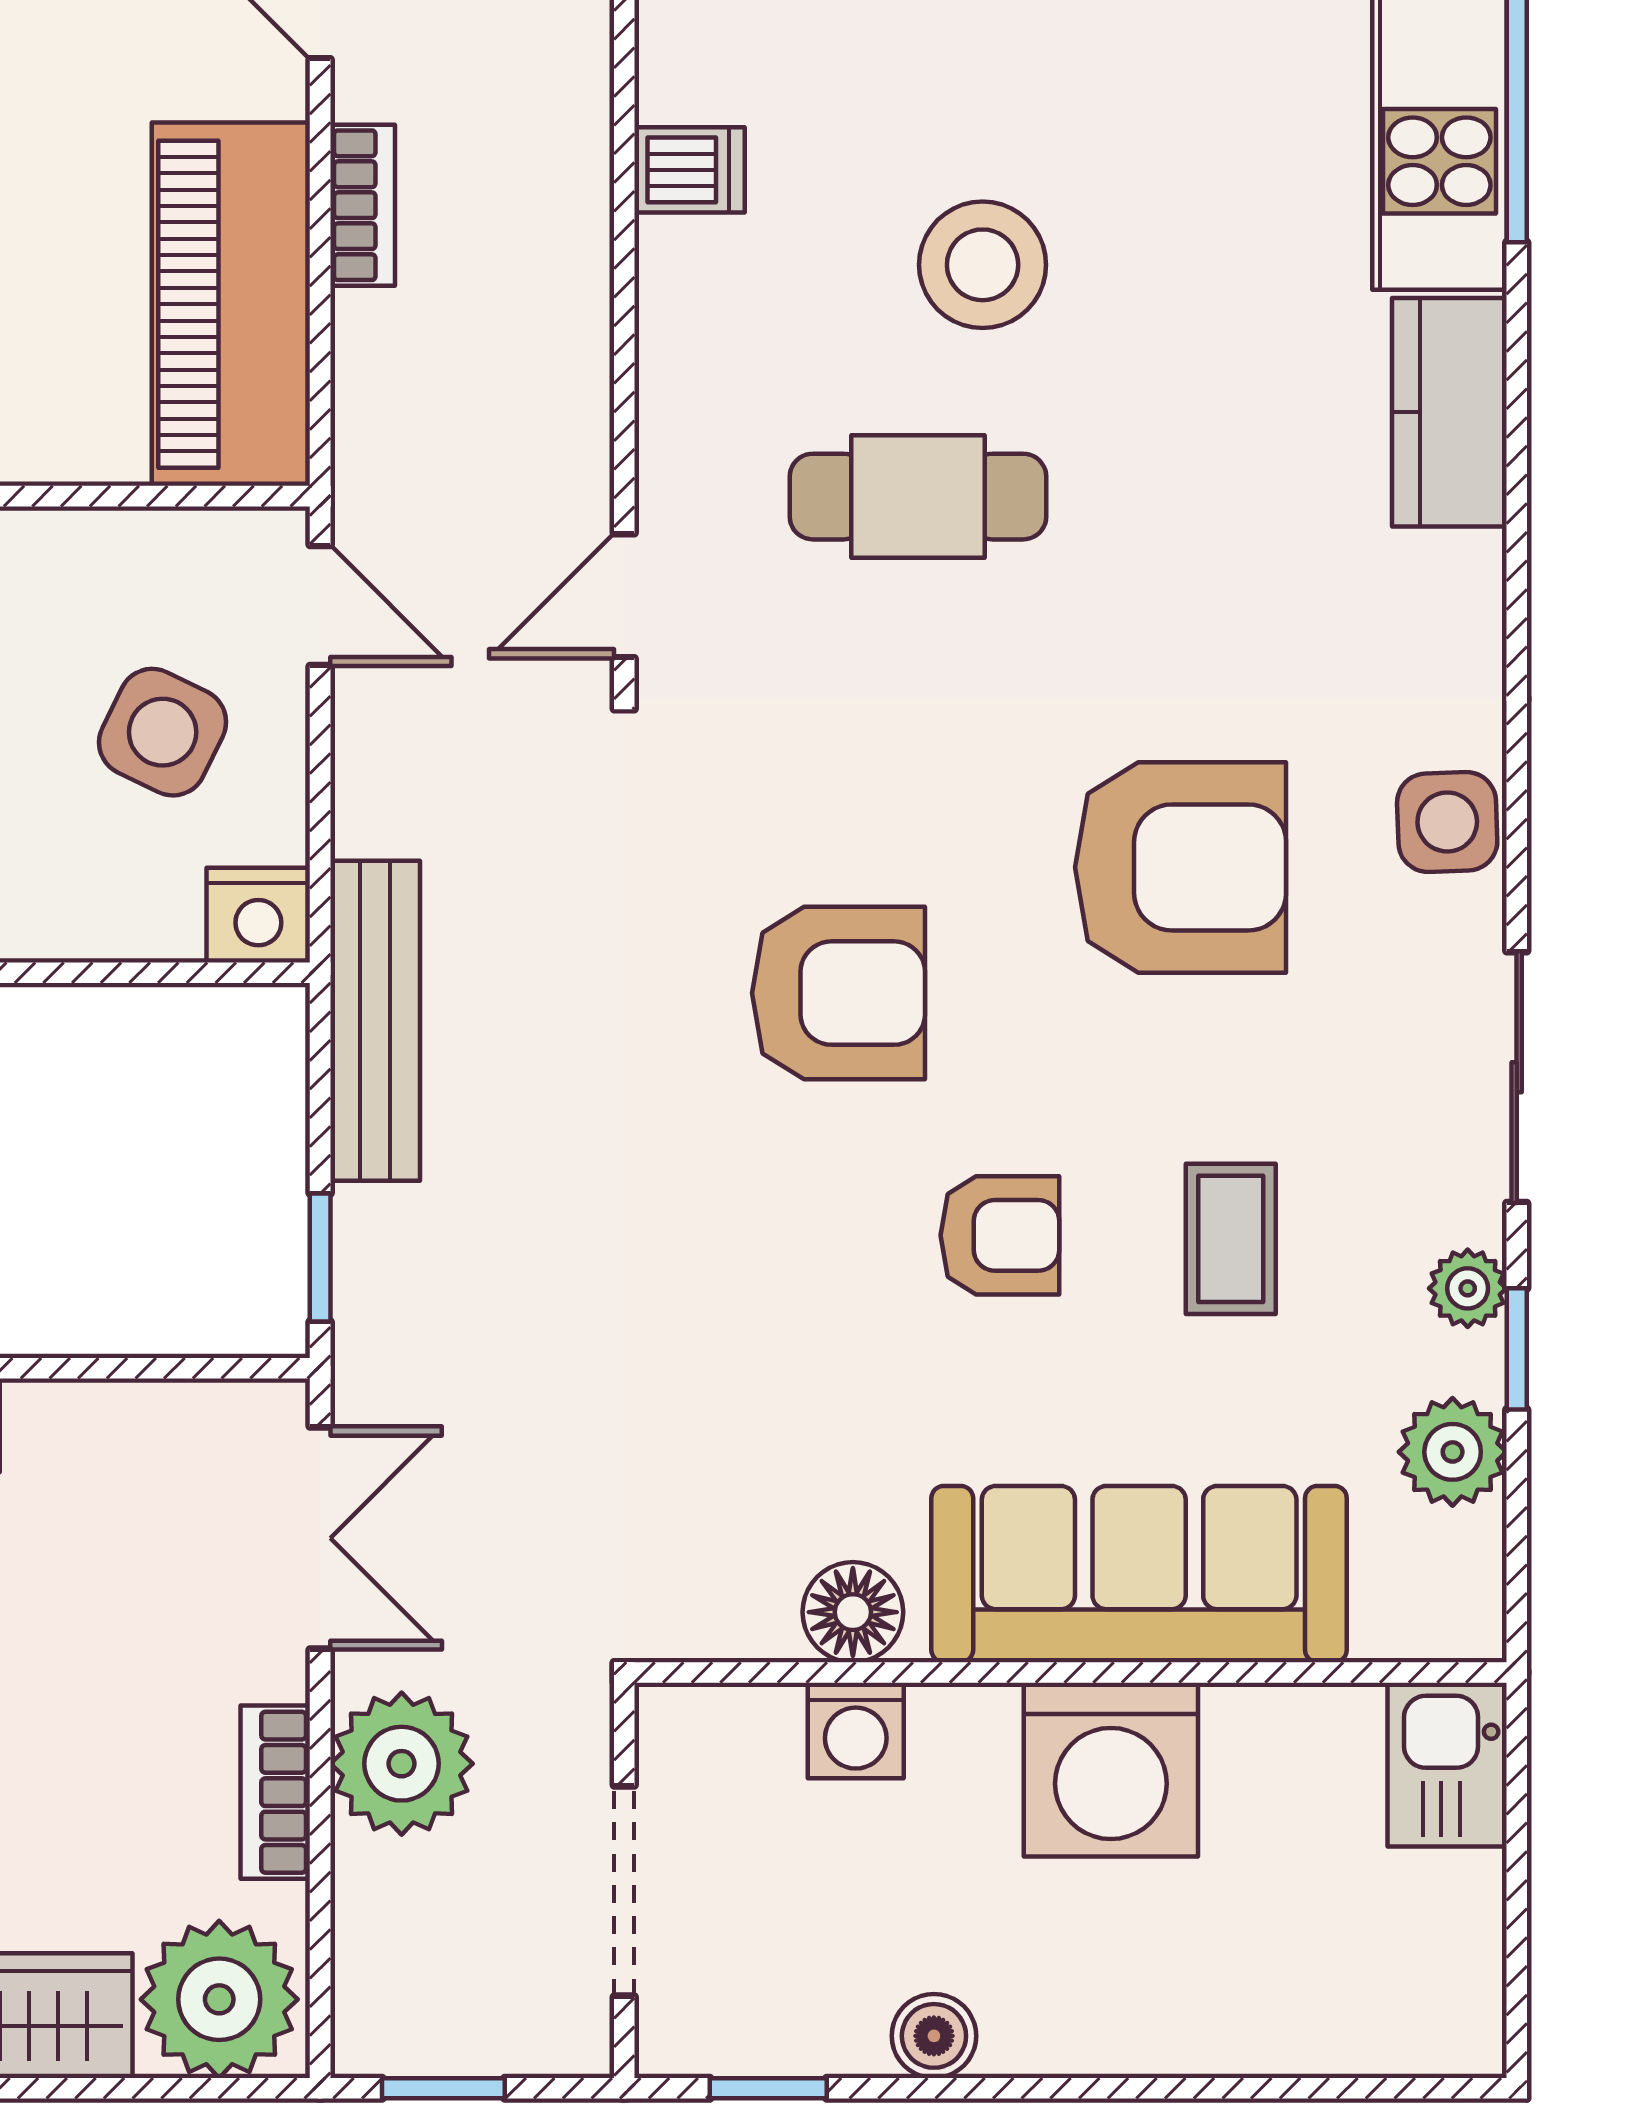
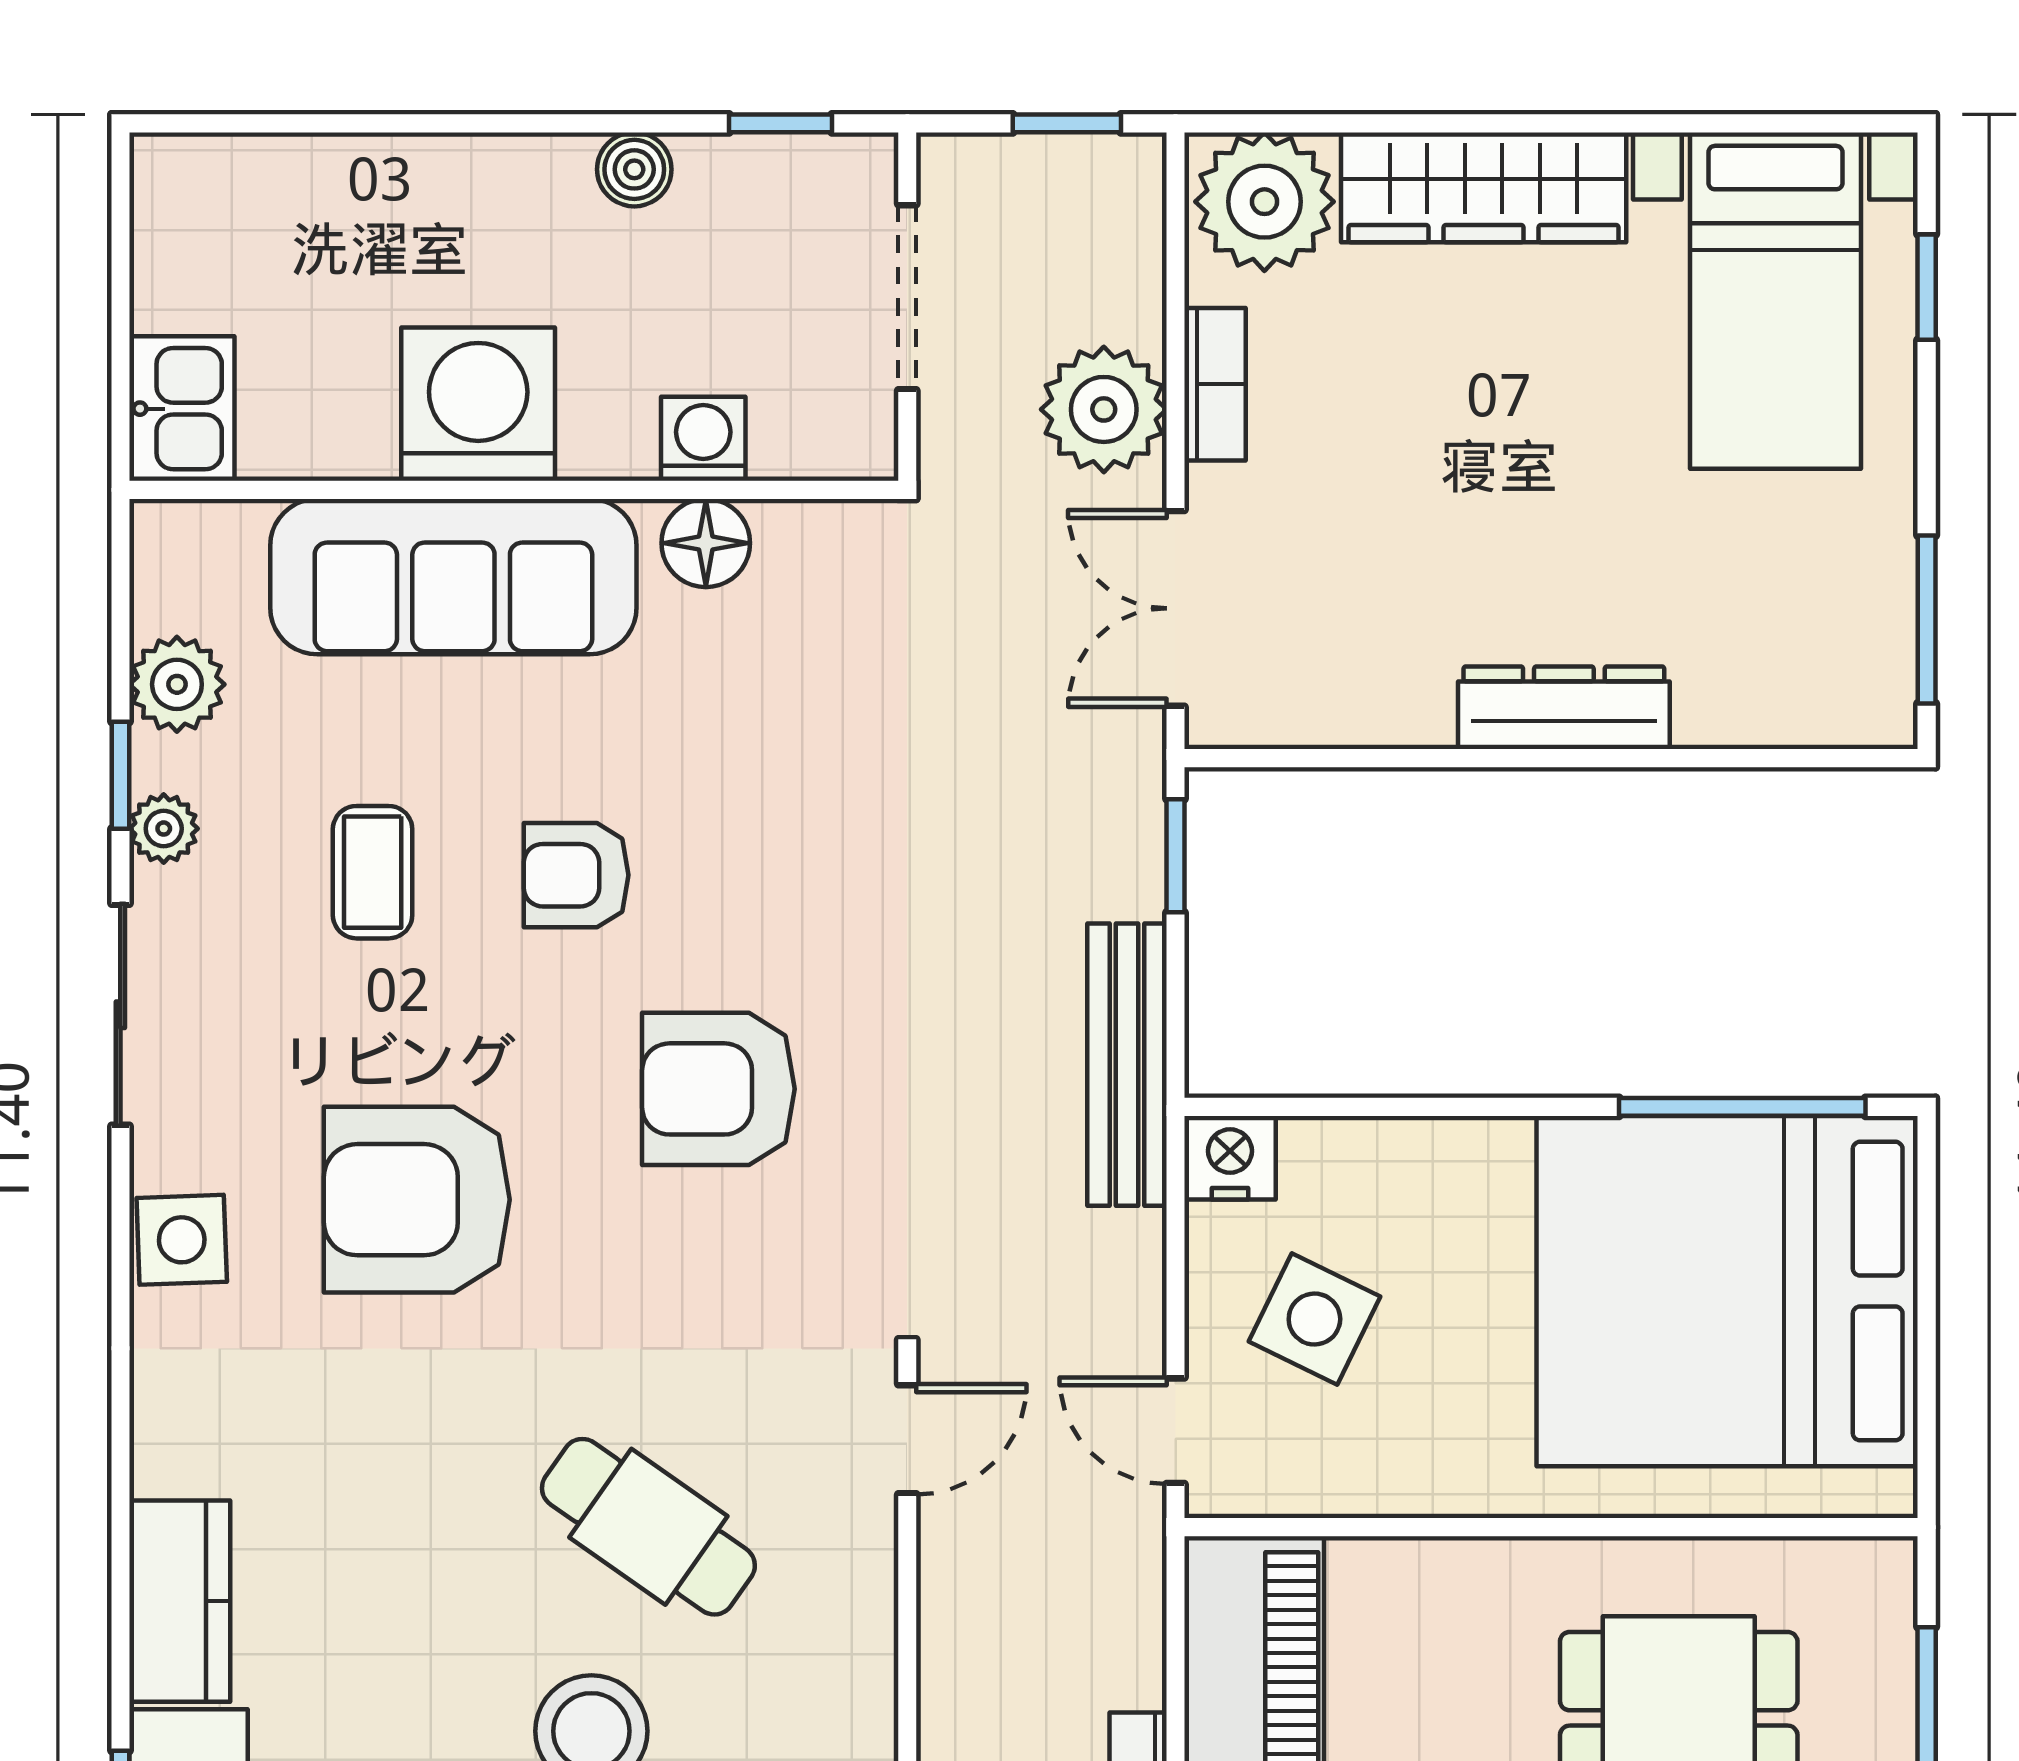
cafe table: (918, 497) -> (648, 1527), turned 35

